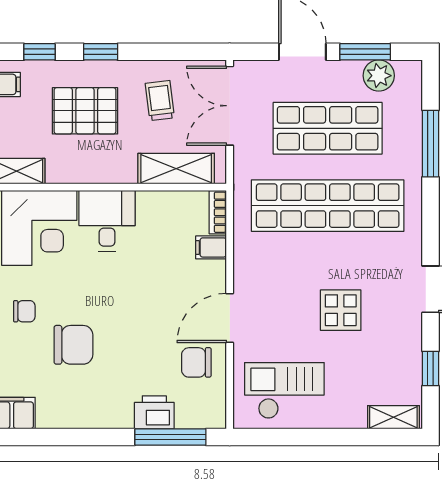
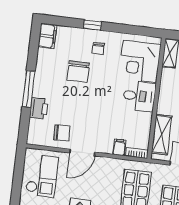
door: (230, 318) -> (82, 153), swing flipped
chair: (196, 362) -> (62, 133), turned 88
window: (170, 437) -> (29, 89), moved

